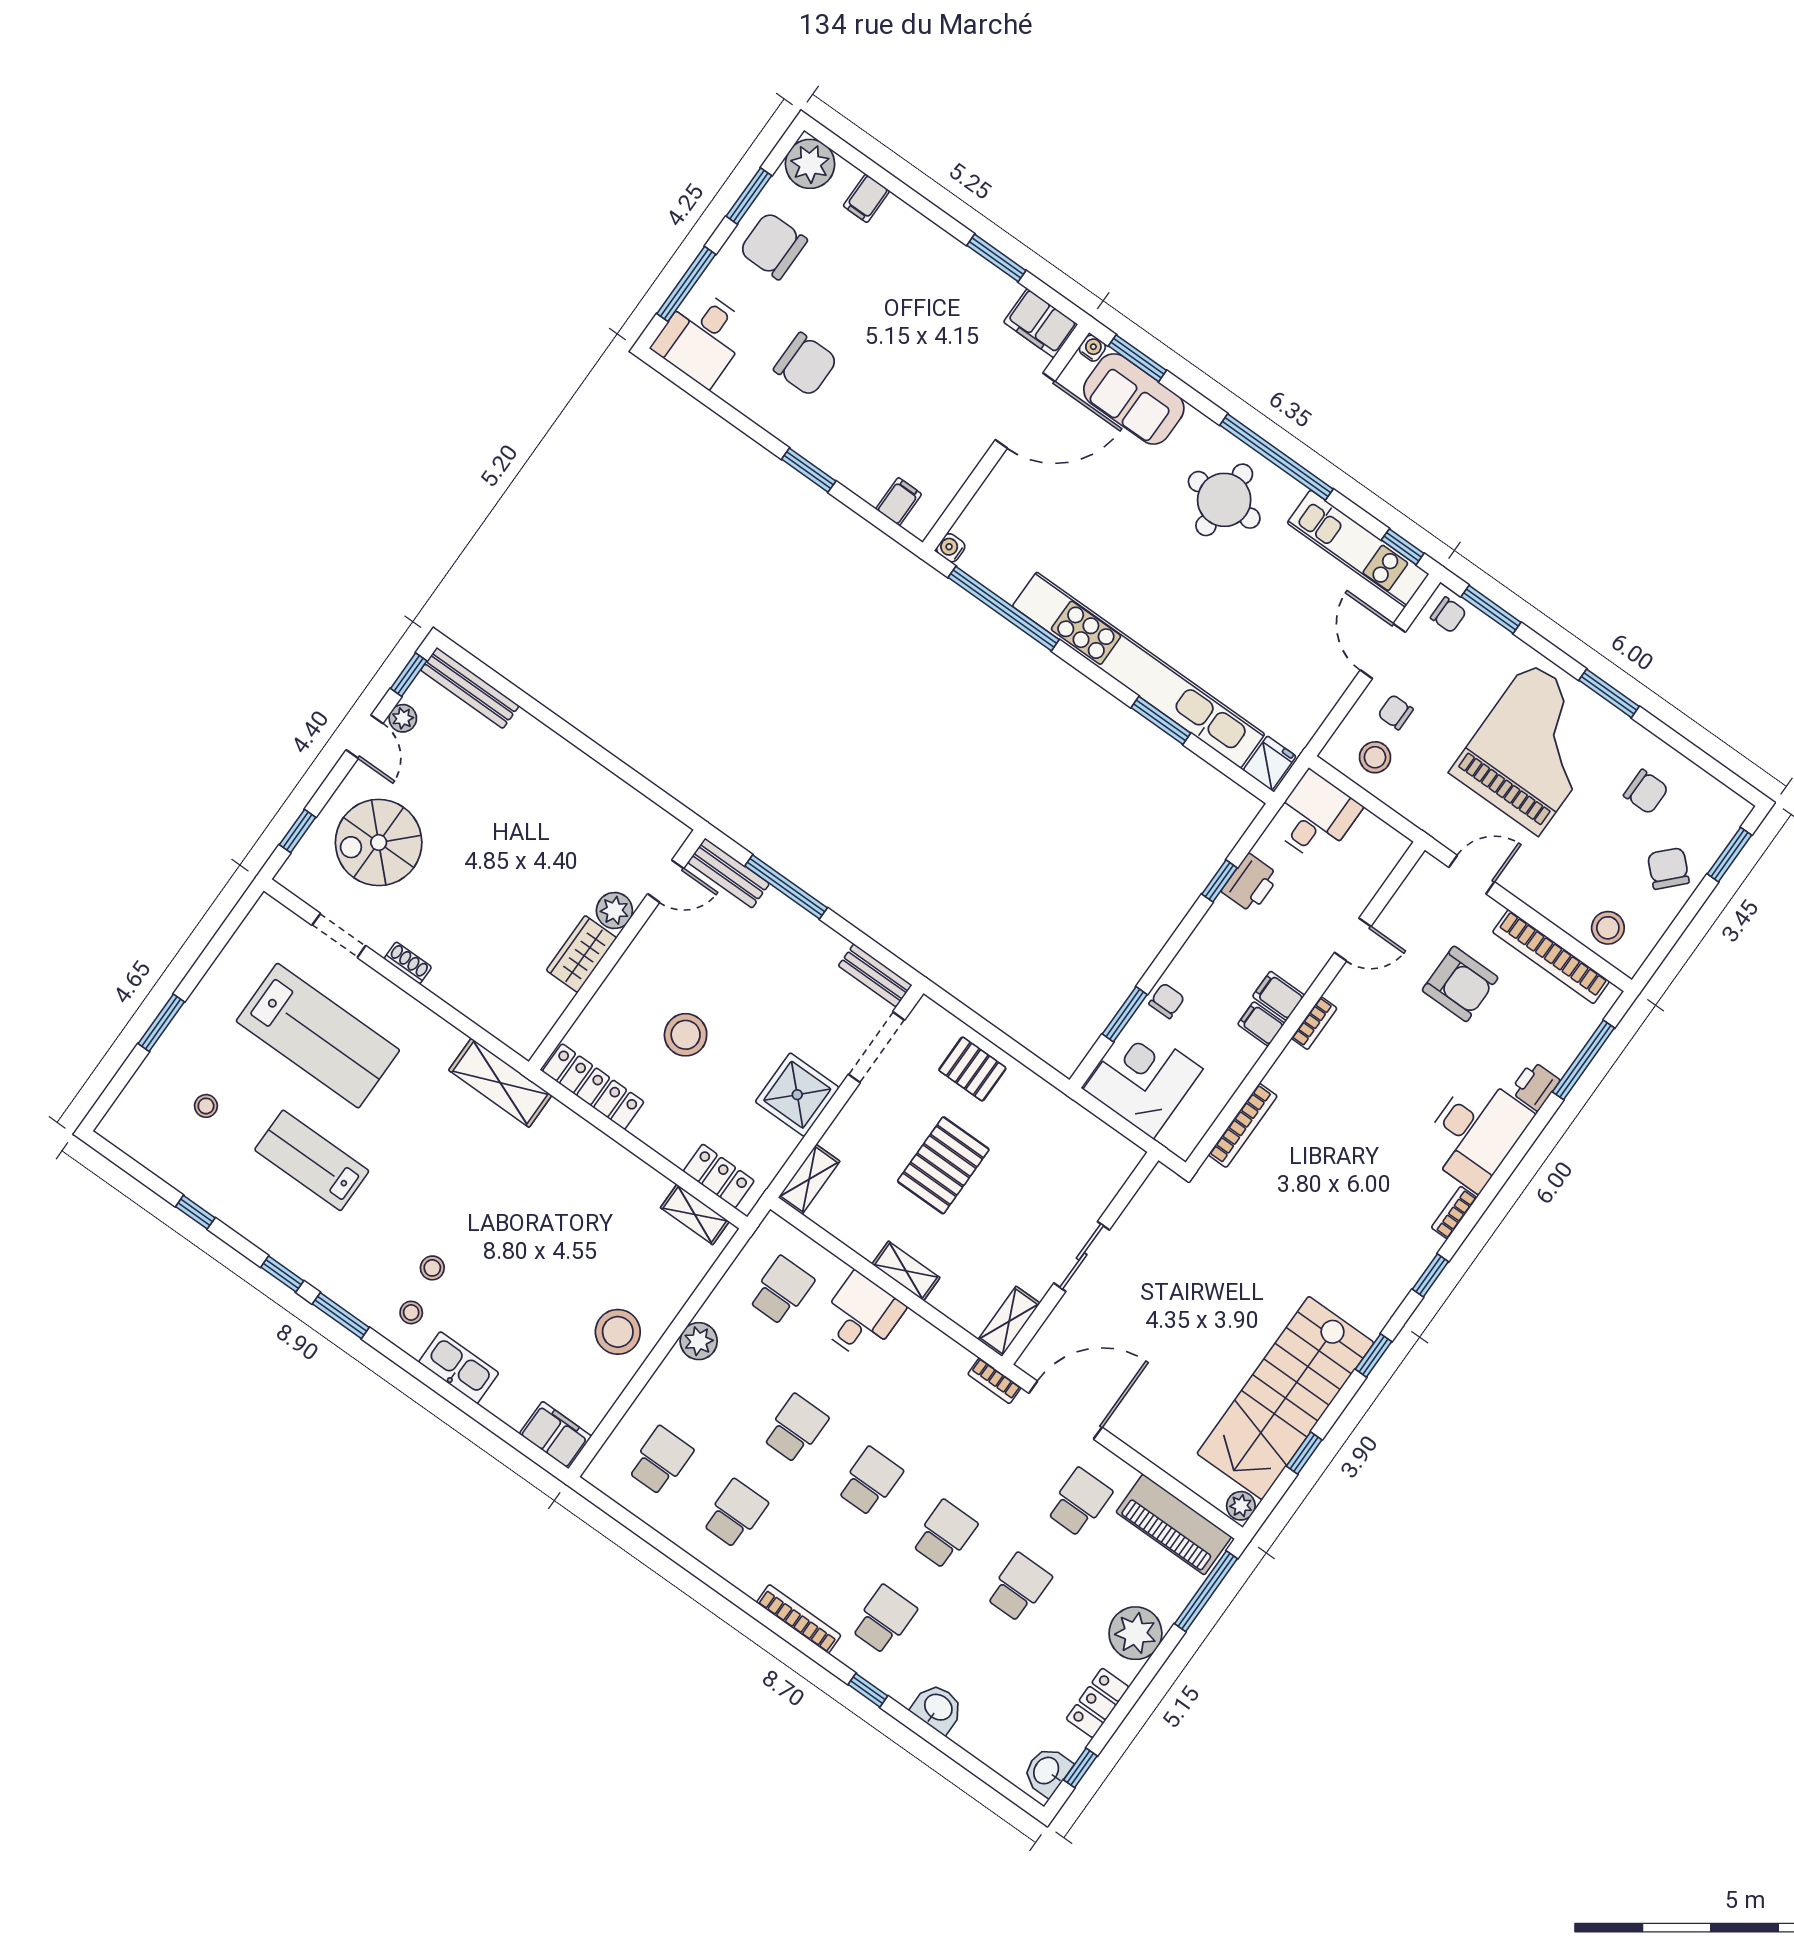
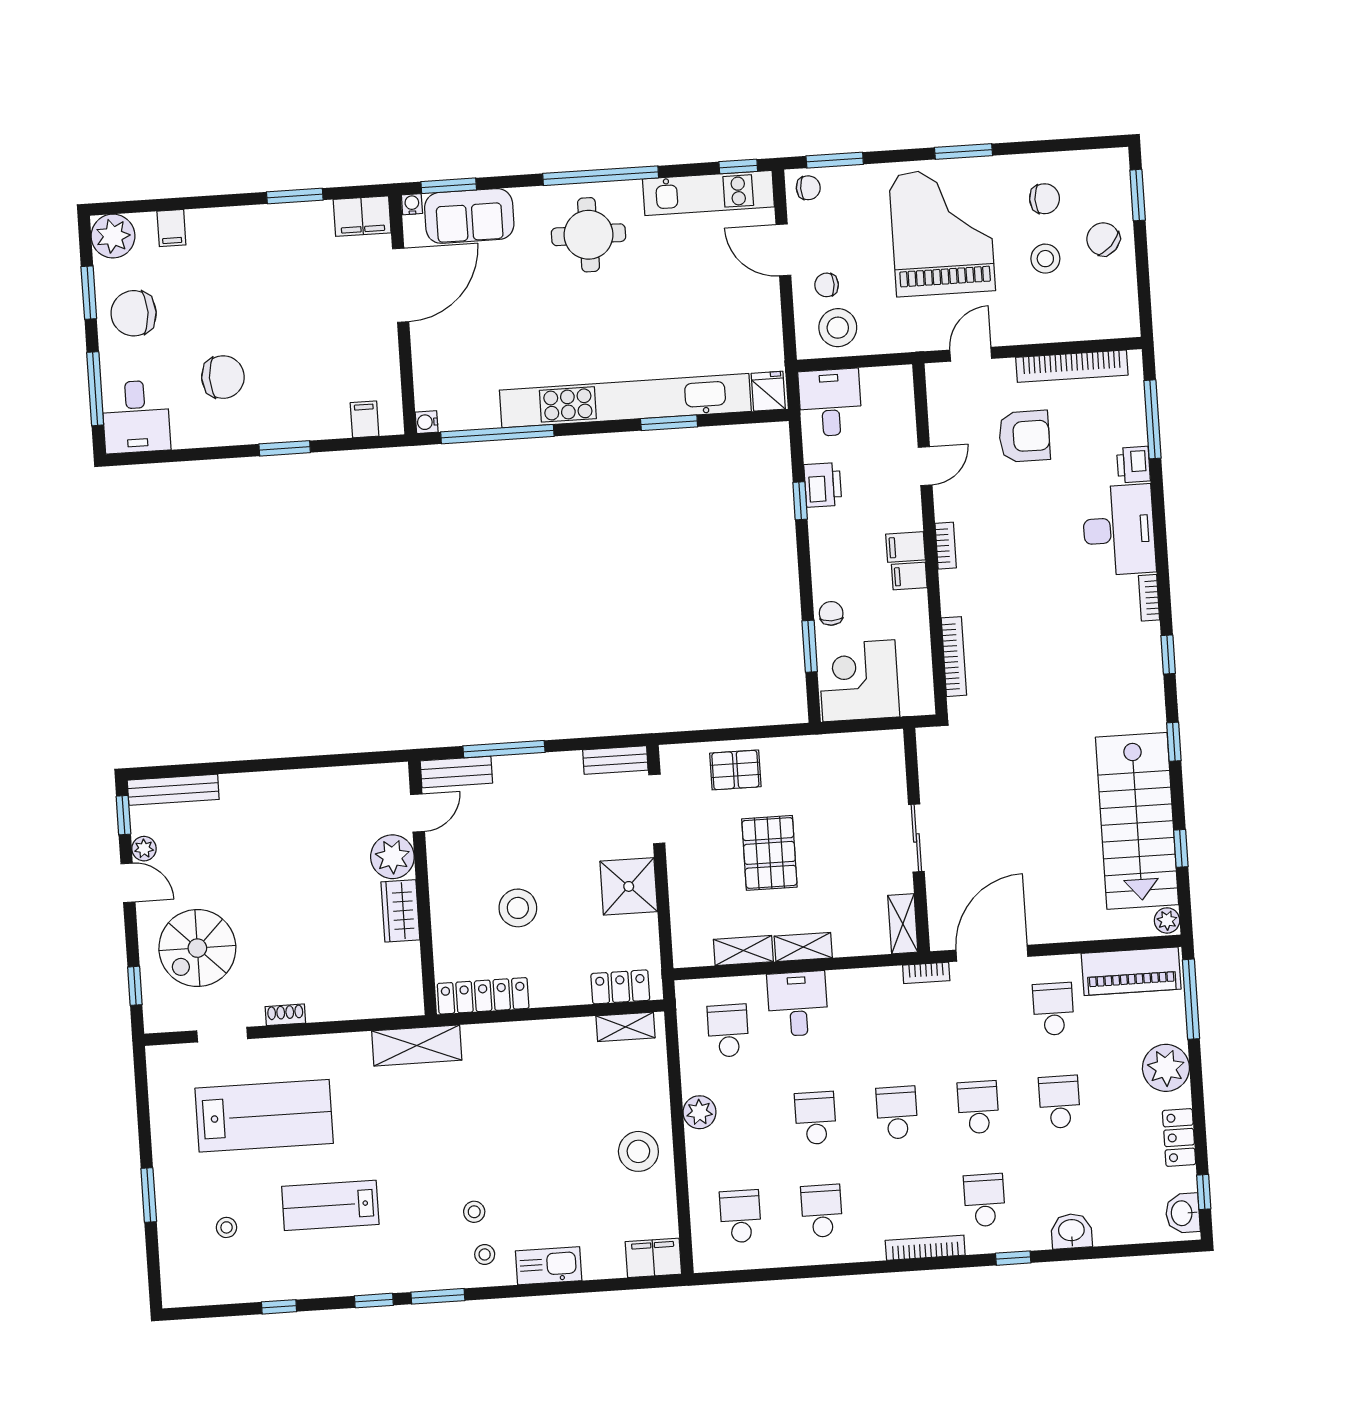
stool: (1375, 757) -> (838, 328), width x1.38, depth x1.38
plant: (614, 911) -> (392, 857), width x1.36, depth x1.36
stool: (1608, 928) -> (1045, 259), moved
shelving: (809, 1179) -> (743, 951), moved, turned 90

